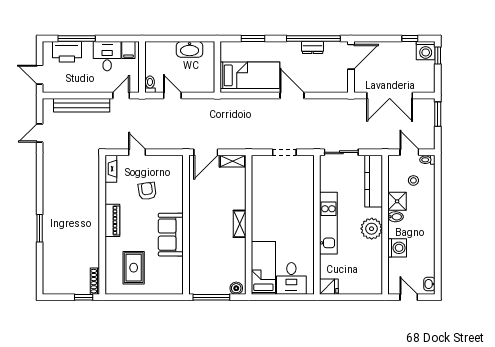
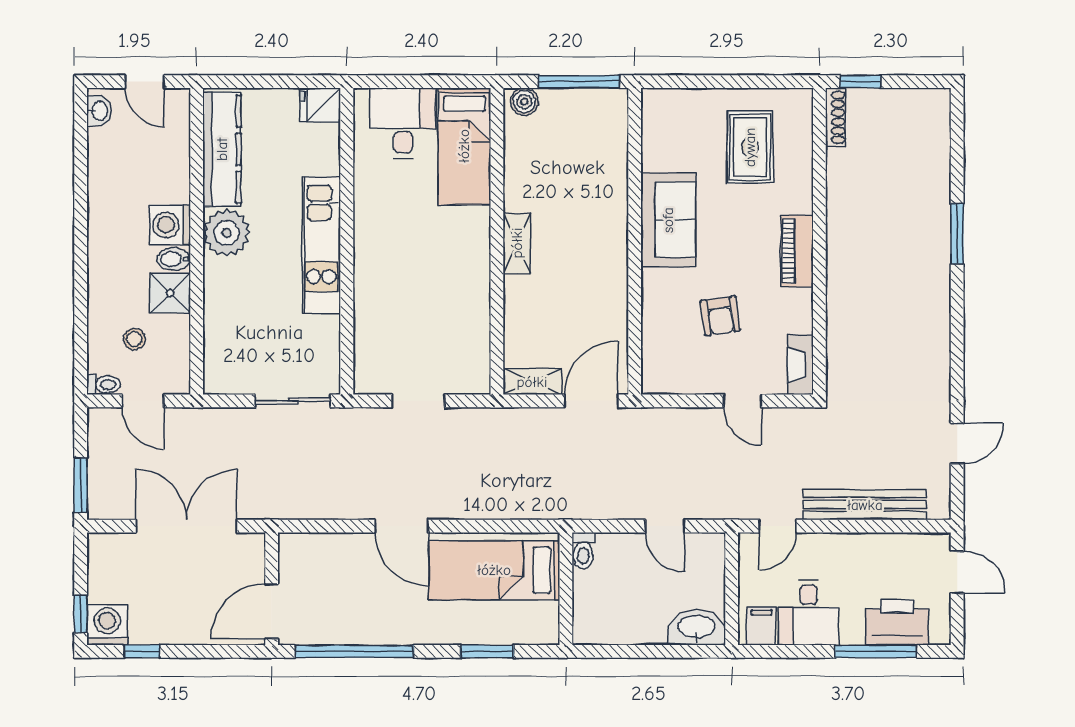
dresser: (313, 47) -> (356, 632), removed
washbasin: (190, 49) -> (697, 627), moved
toilet: (150, 84) -> (583, 551), moved
kitchen counter: (374, 181) -> (222, 149), moved
washing machine: (397, 248) -> (170, 225), moved

